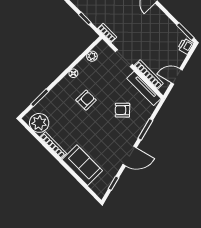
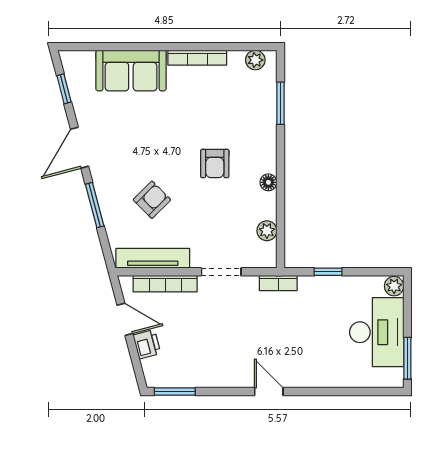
printer: (186, 46) -> (147, 344), moved
door: (177, 76) -> (125, 319), hinge flipped
plant: (39, 123) -> (255, 60), width x0.53, depth x0.53

